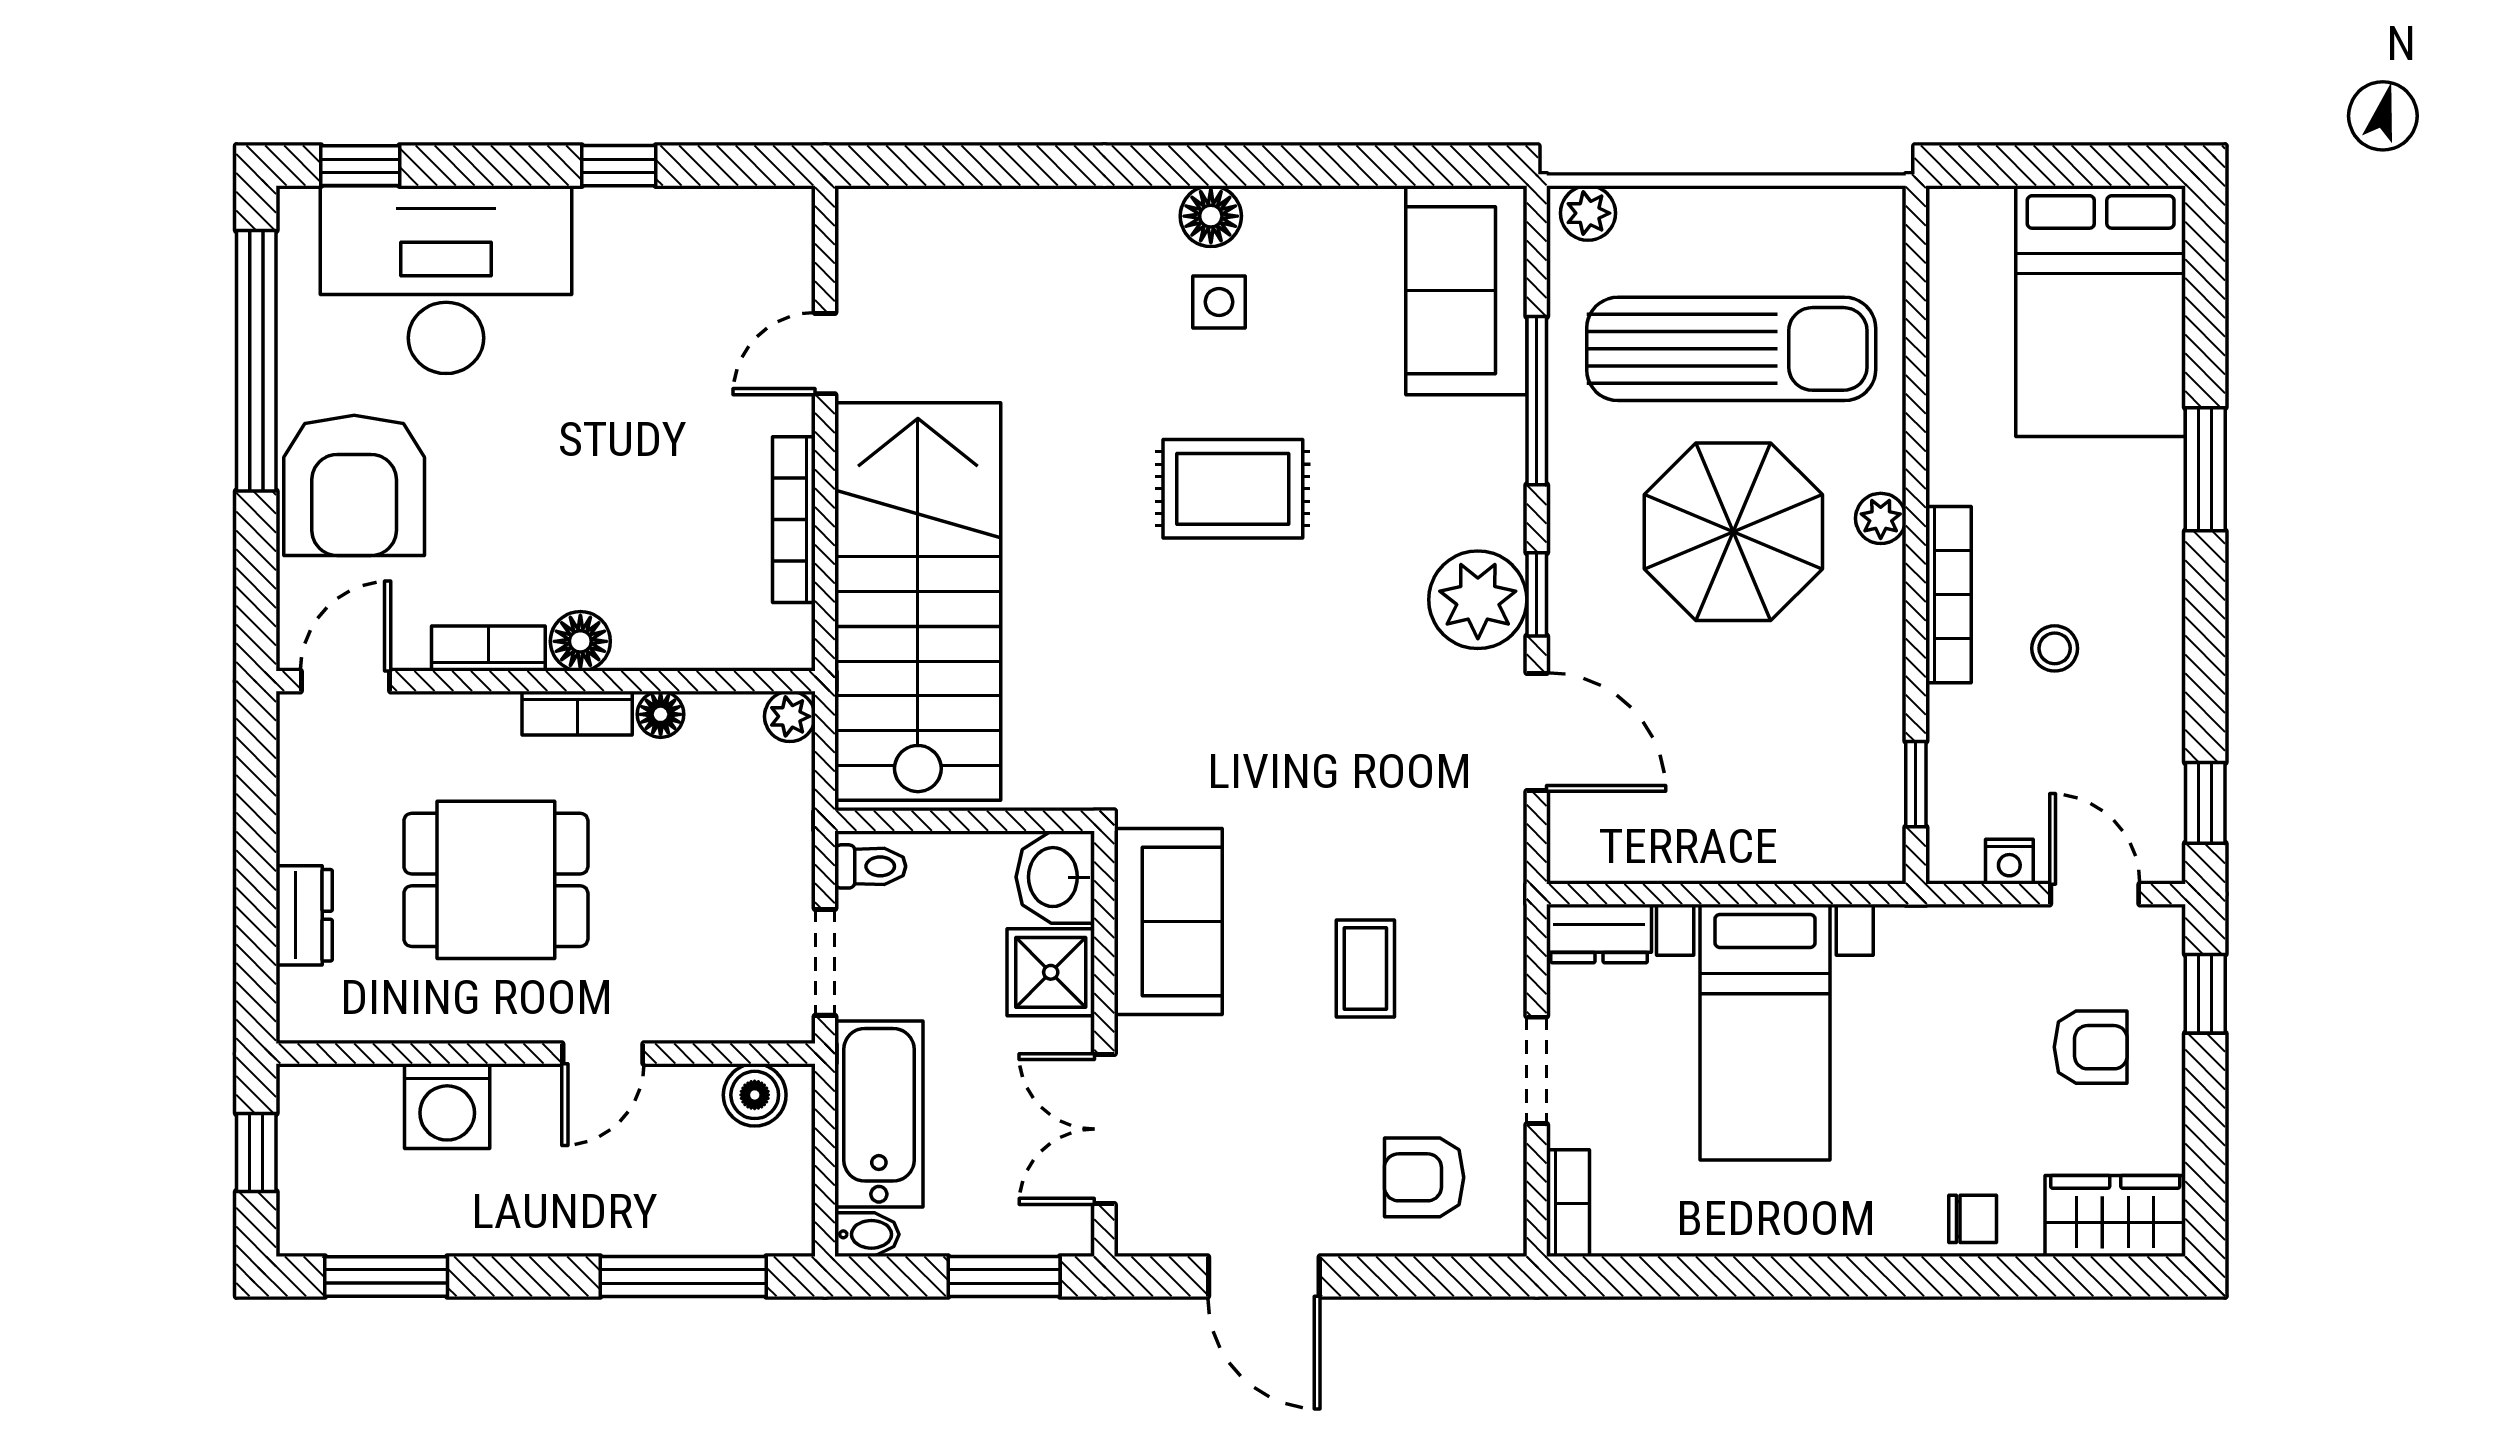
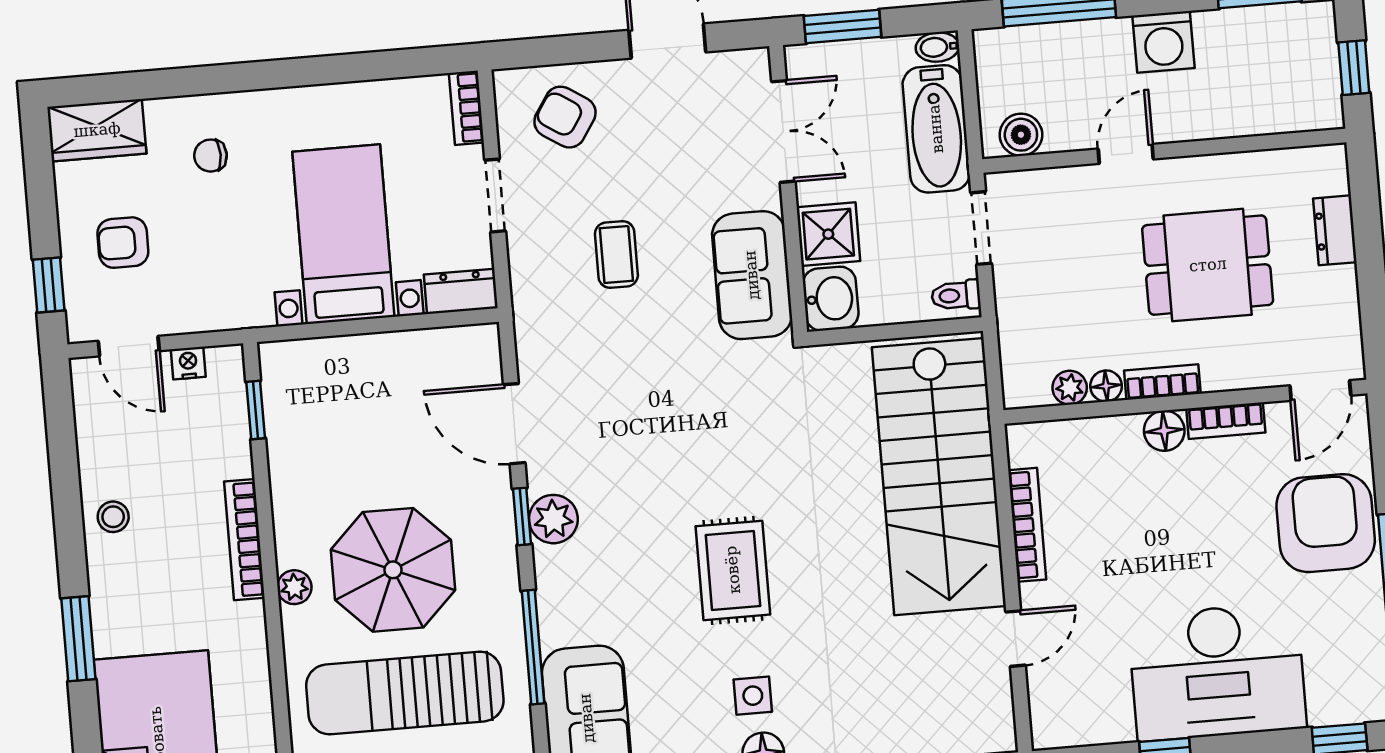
desk: (446, 280) -> (1217, 672), moved
rug: (1233, 489) -> (733, 570), turned 90
plant: (1478, 600) -> (553, 519), width x0.73, depth x0.73
stool: (2055, 648) -> (113, 517), moved
plant: (790, 716) -> (1070, 388), moved
window: (2205, 803) -> (59, 414), removed
washing machine: (447, 1106) -> (1164, 42), moved, turned 180
armchair: (1424, 1177) -> (565, 117), turned -147
chair: (1973, 1219) -> (211, 156), moved

